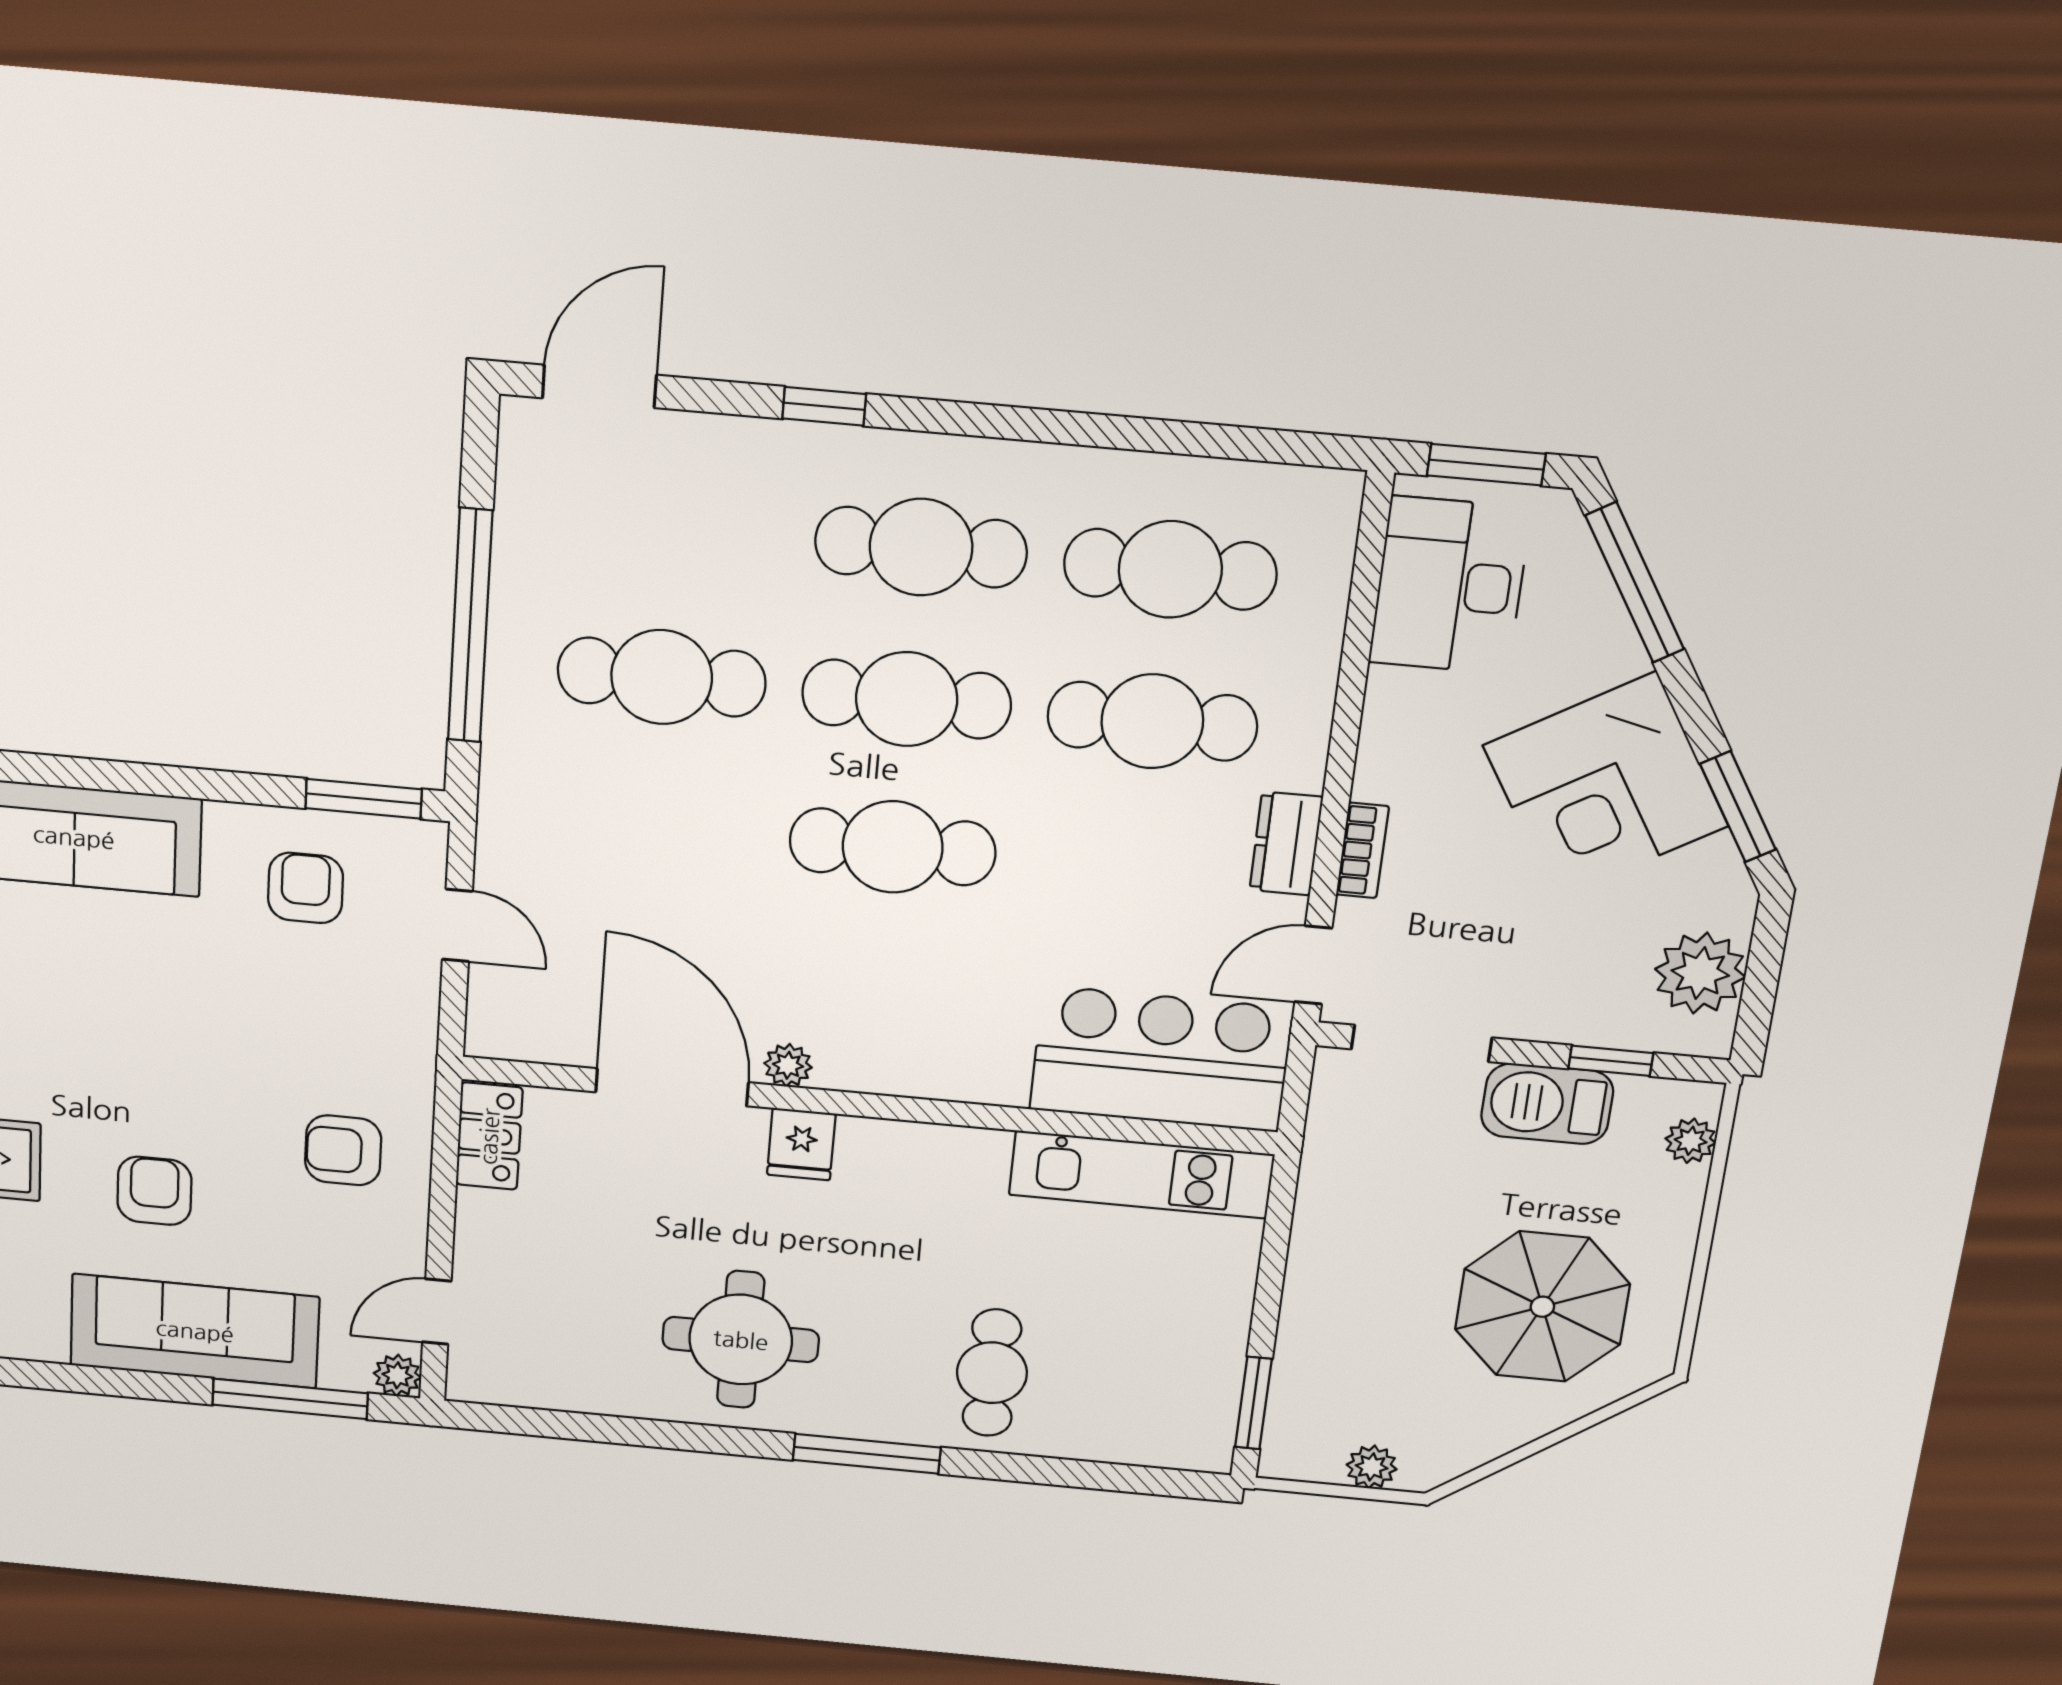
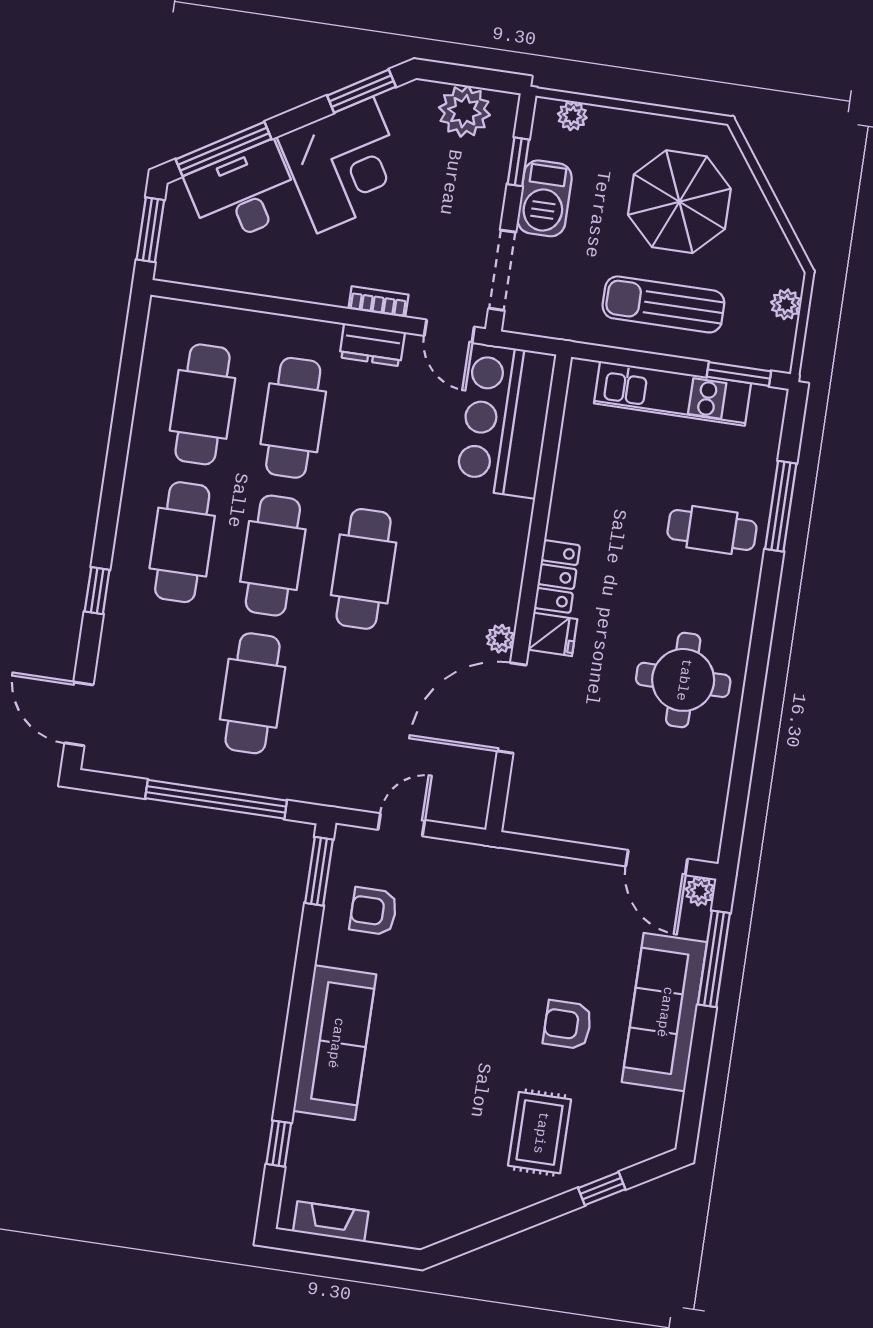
desk: (1450, 585) -> (243, 193), moved, turned 149
locker: (489, 1136) -> (557, 577), moved, turned 90
armchair: (343, 1150) -> (545, 908), removed
kitchen unit: (1141, 1175) -> (673, 393), moved, turned 90
sun lounger: (1367, 1289) -> (663, 304), added
door: (437, 1312) -> (657, 863), width x1.37
window: (867, 1454) -> (781, 506), moved

